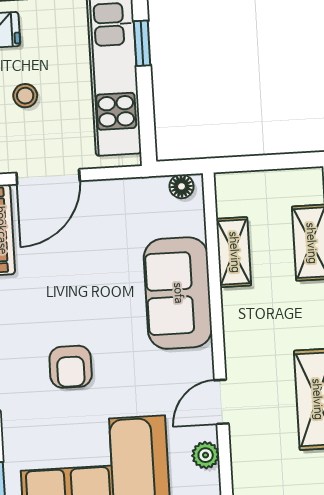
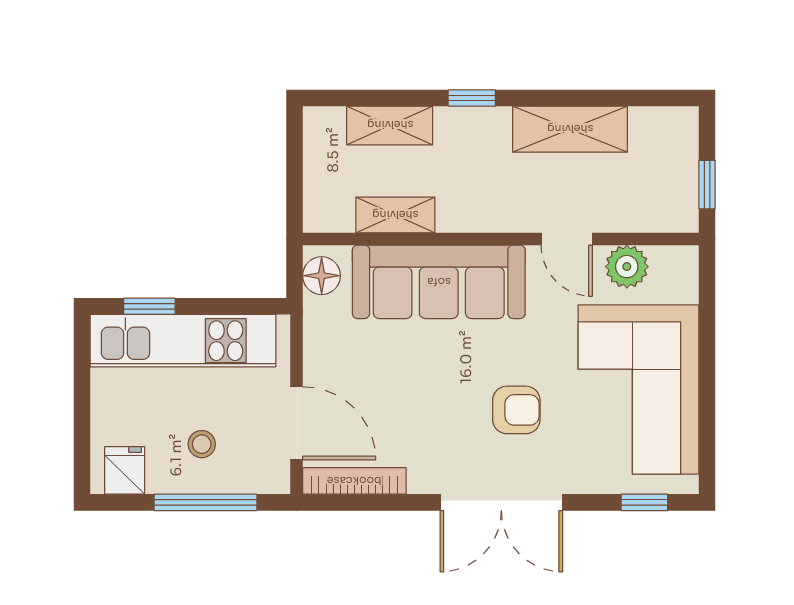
floor lamp: (182, 186) -> (322, 276), width x1.37, depth x1.37
sofa: (178, 293) -> (439, 282), width x1.36
plant: (206, 455) -> (627, 267), width x1.38, depth x1.38

